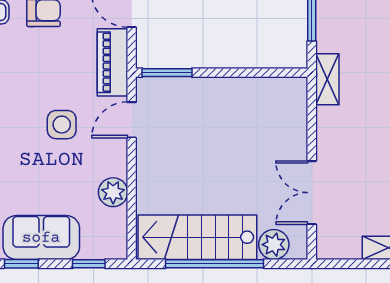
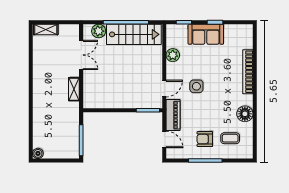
shelving: (327, 79) -> (74, 89), moved

